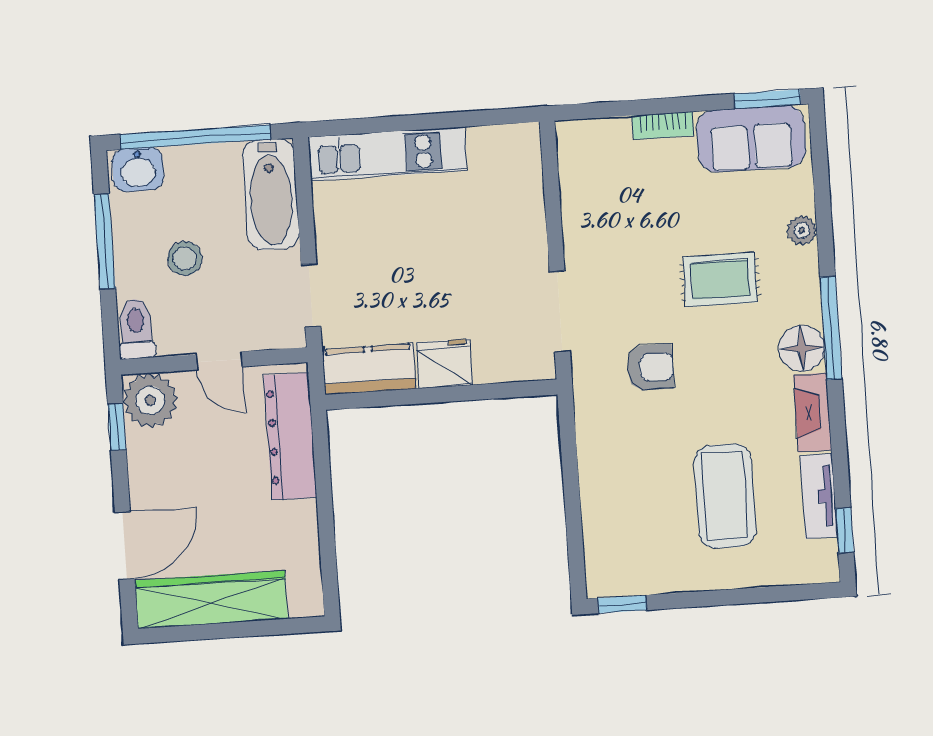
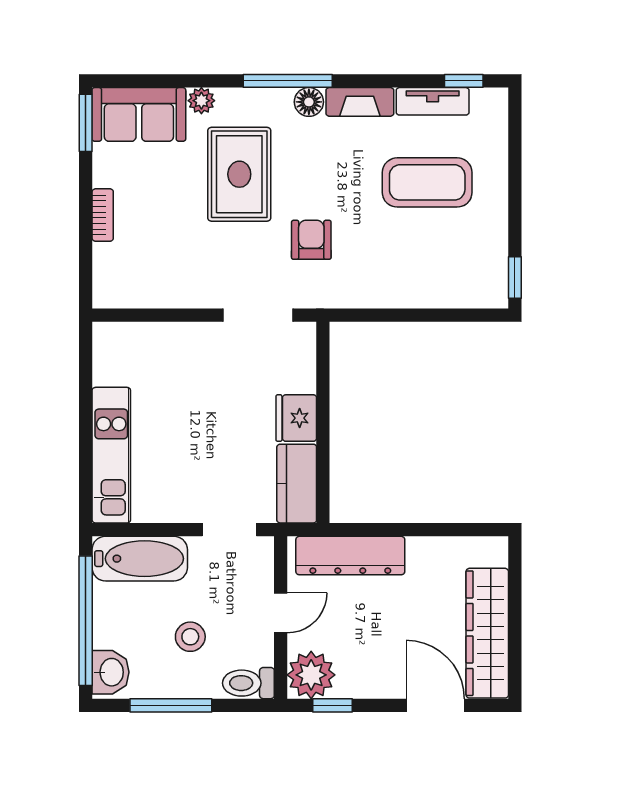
sofa: (751, 139) -> (139, 114), moved, turned 90
rug: (720, 280) -> (239, 174), width x1.36, depth x1.43
floor lamp: (802, 348) -> (309, 102), width x0.73, depth x0.73

